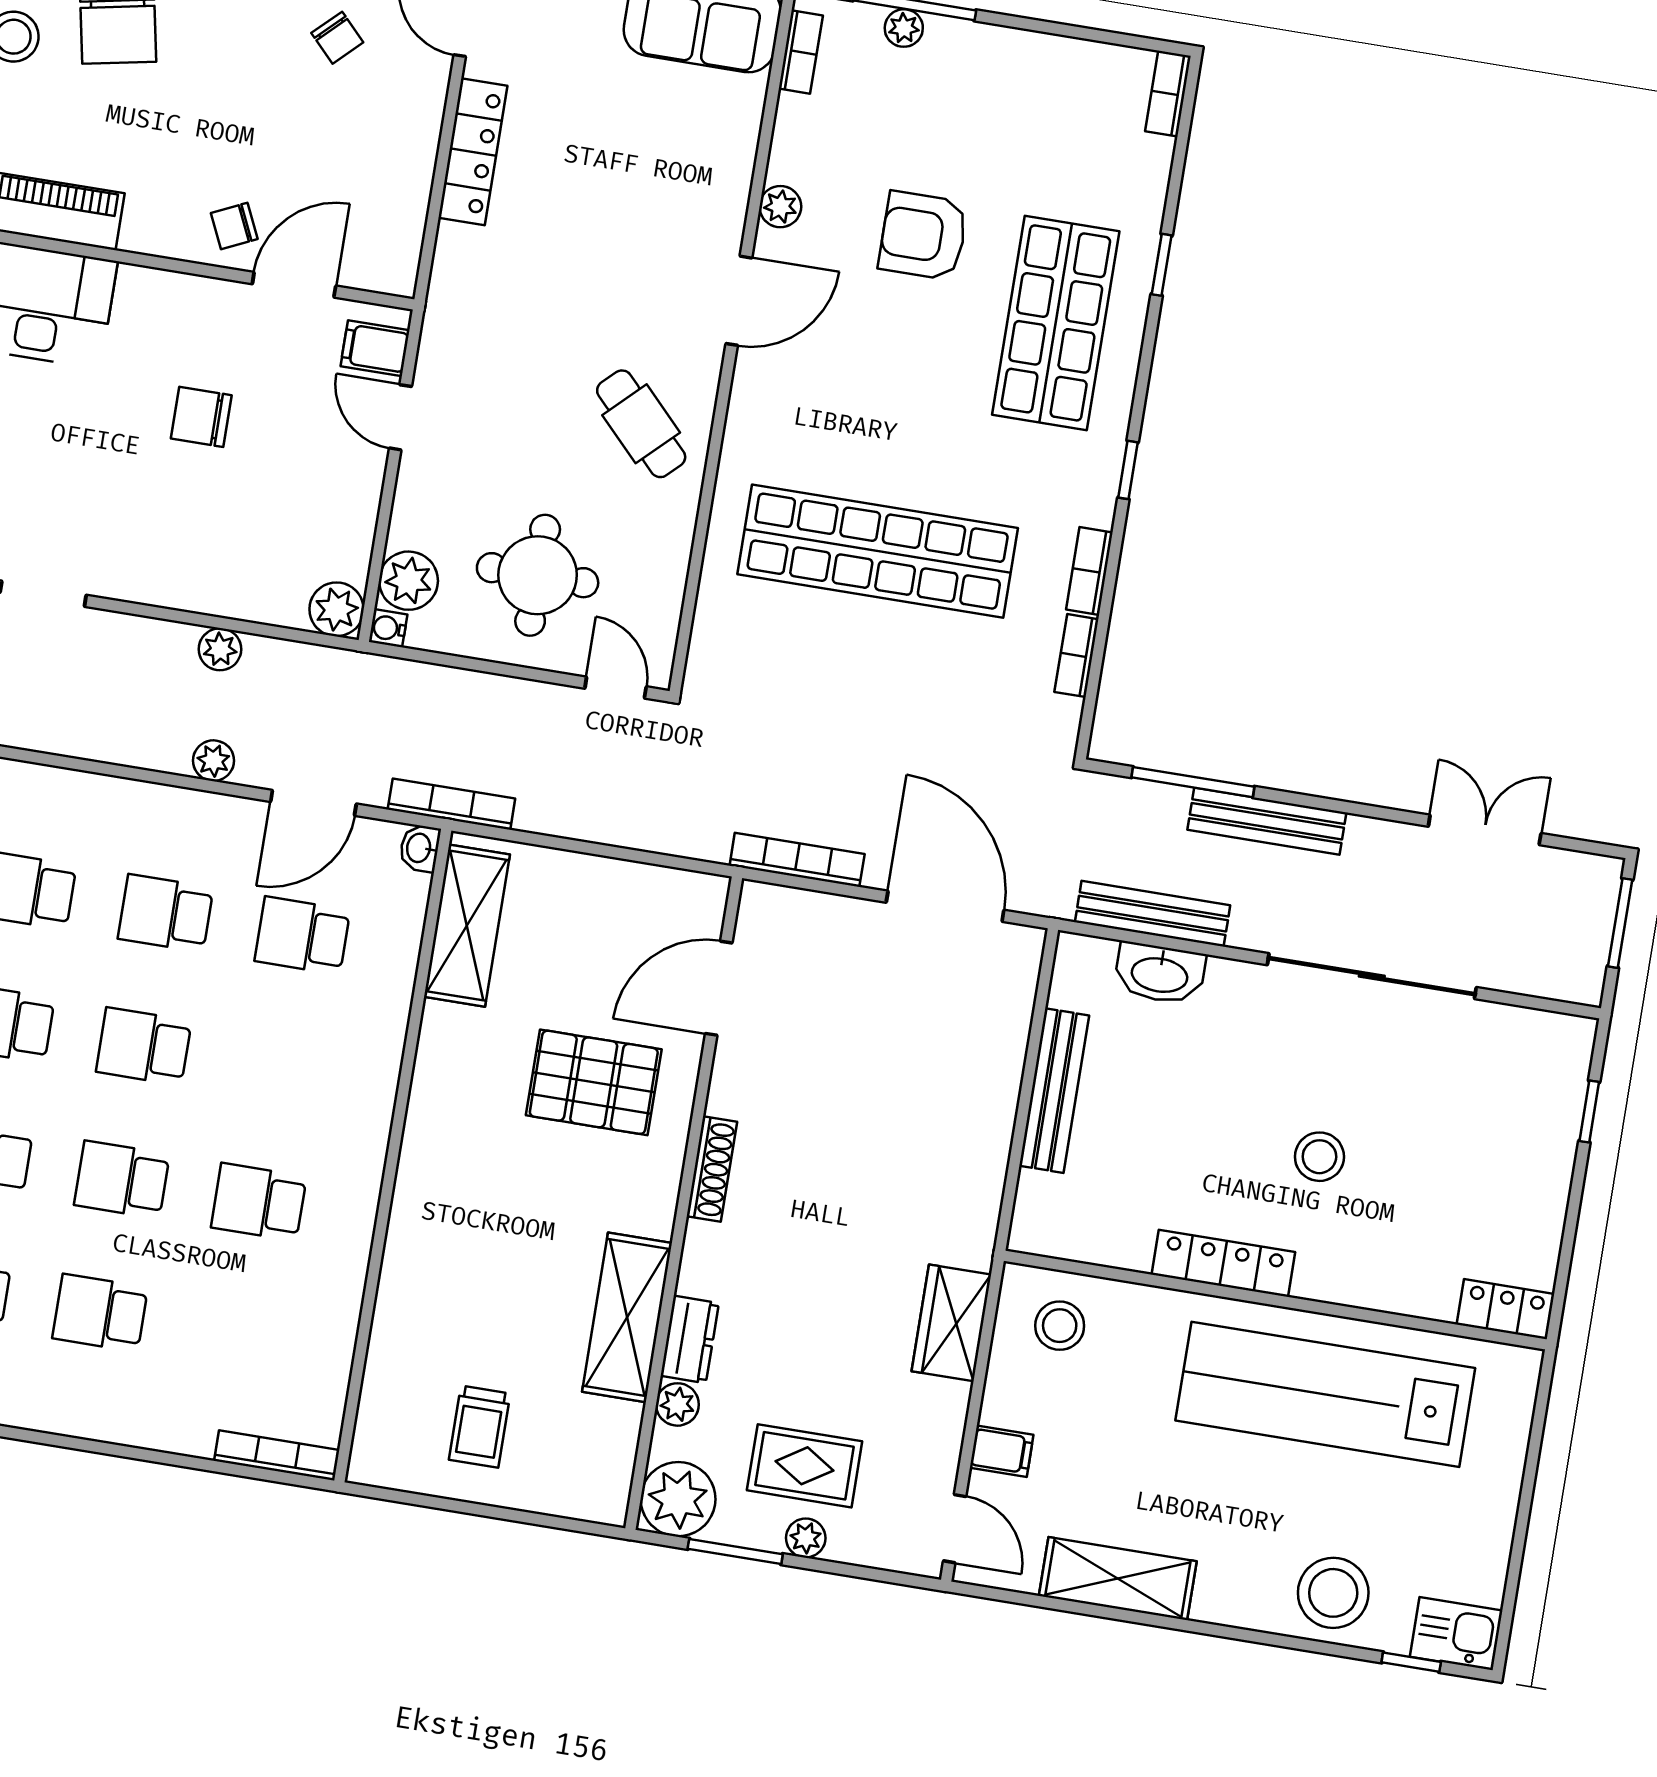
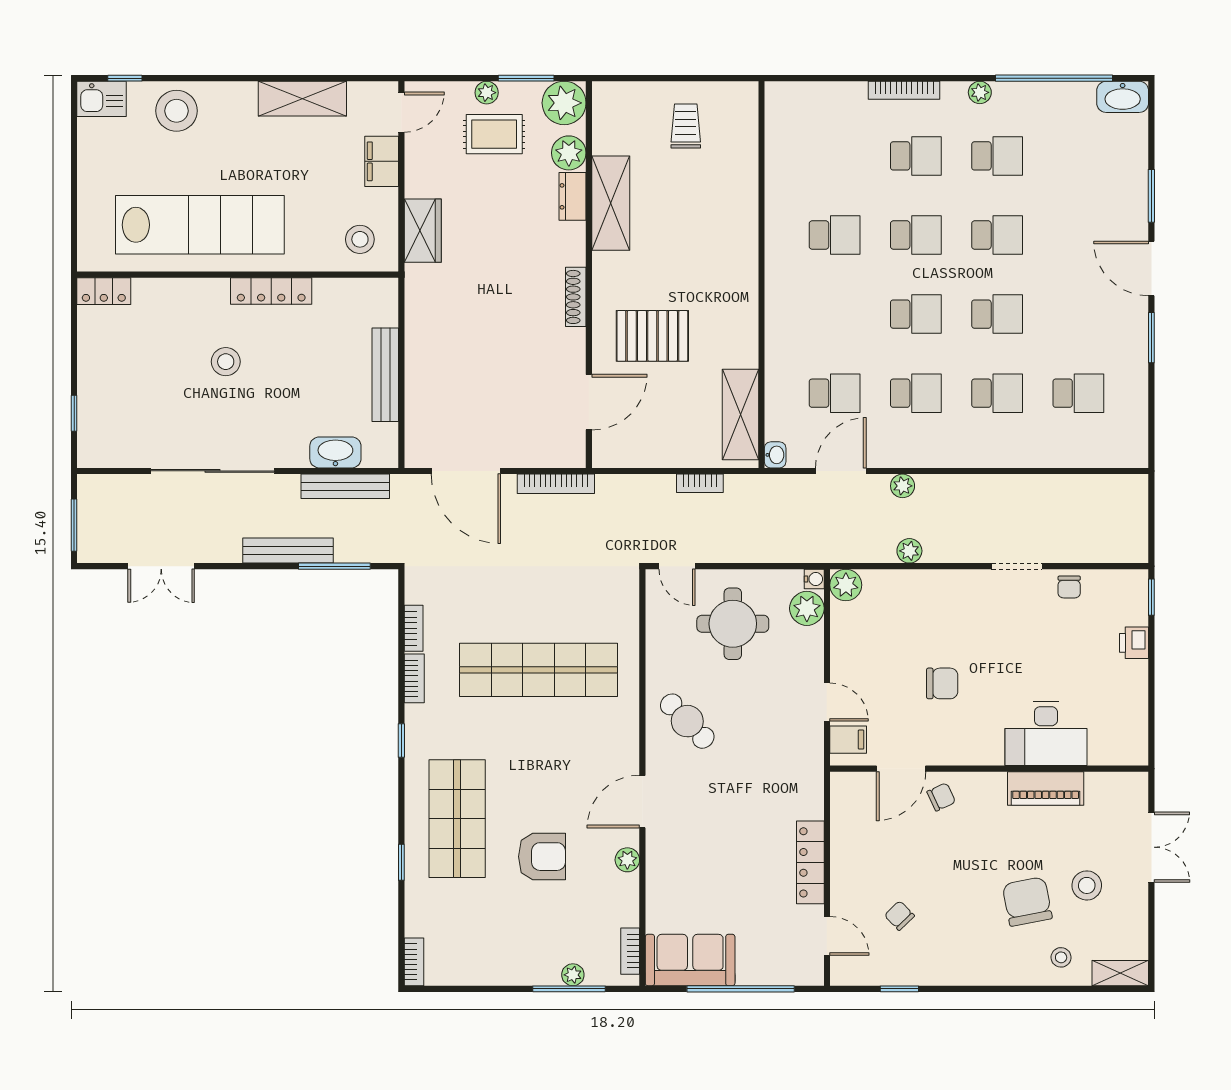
bookcase: (451, 804) -> (700, 483), moved, width x0.64
plant: (677, 1404) -> (569, 153), width x1.38, depth x1.38
filing cabinet: (1002, 1451) -> (382, 161), width x2.00
bookcase: (277, 1455) -> (904, 90), moved
door: (955, 1529) -> (401, 112), swing flipped

